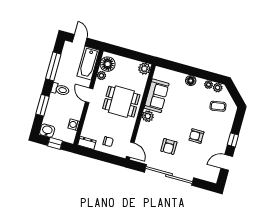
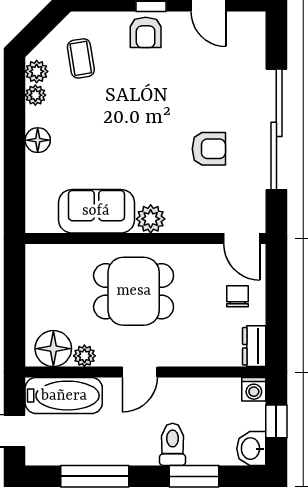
plant: (144, 69) -> (40, 258), removed
toilet: (60, 89) -> (173, 444), moved
dining table: (121, 102) -> (134, 291), turned 90
washing machine: (74, 125) -> (254, 389), moved
armchair: (196, 136) -> (146, 32), moved
door: (130, 150) -> (242, 238), swing flipped

